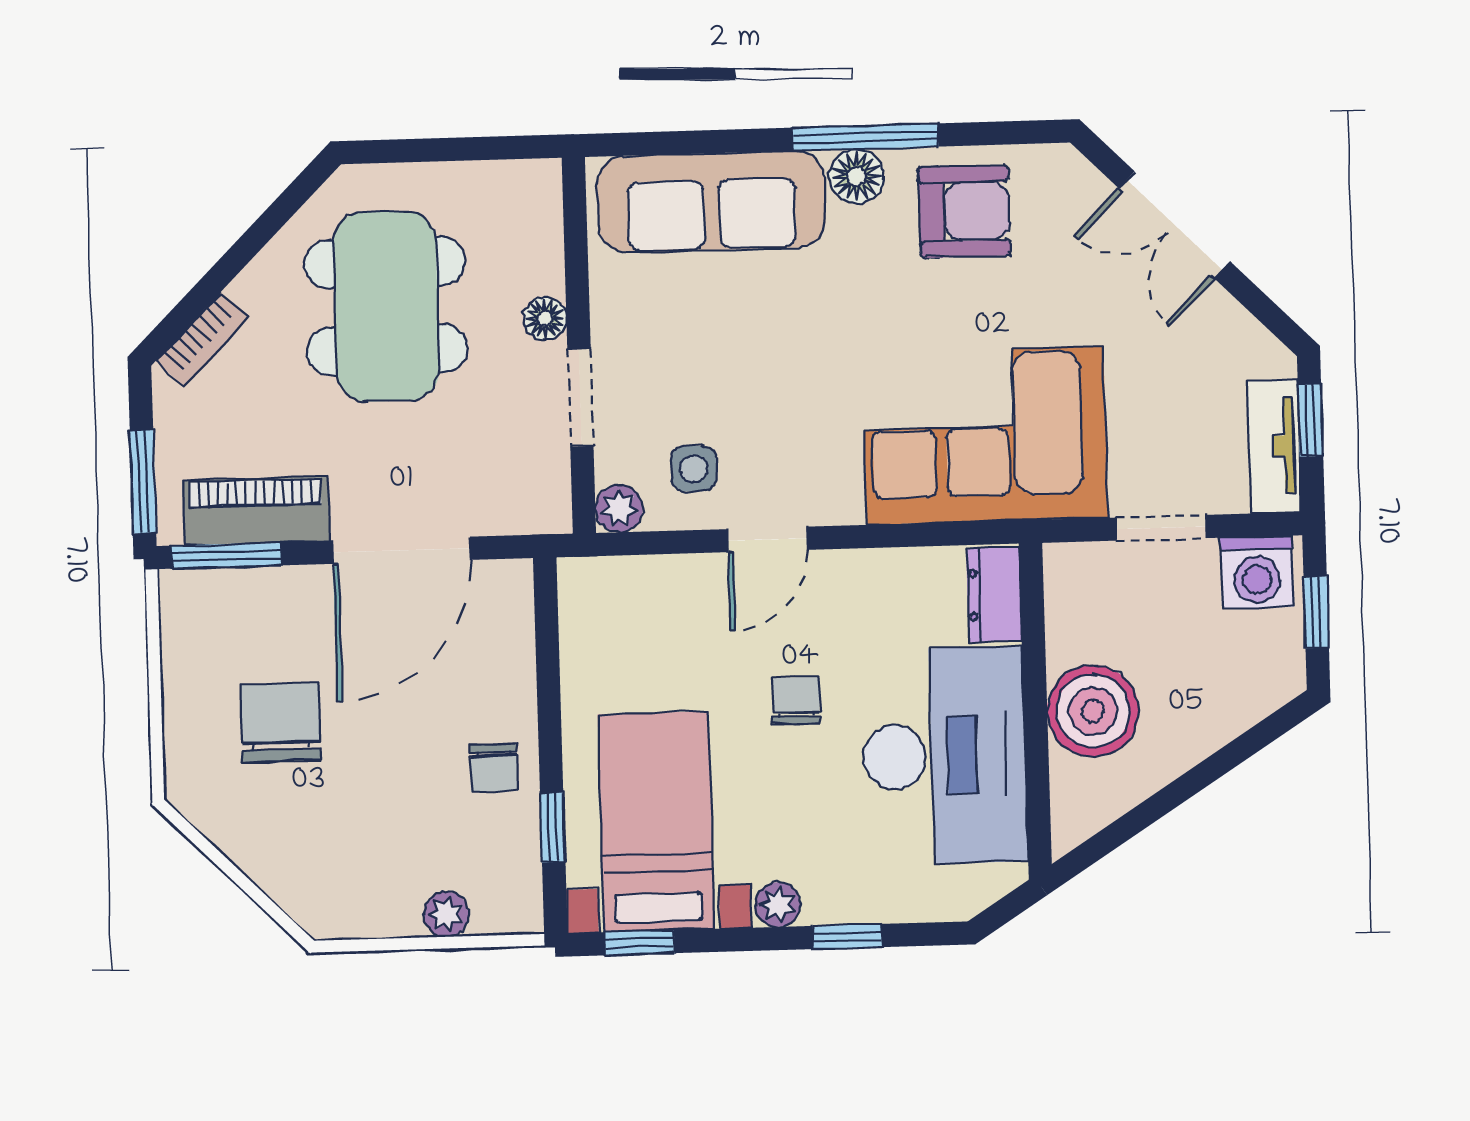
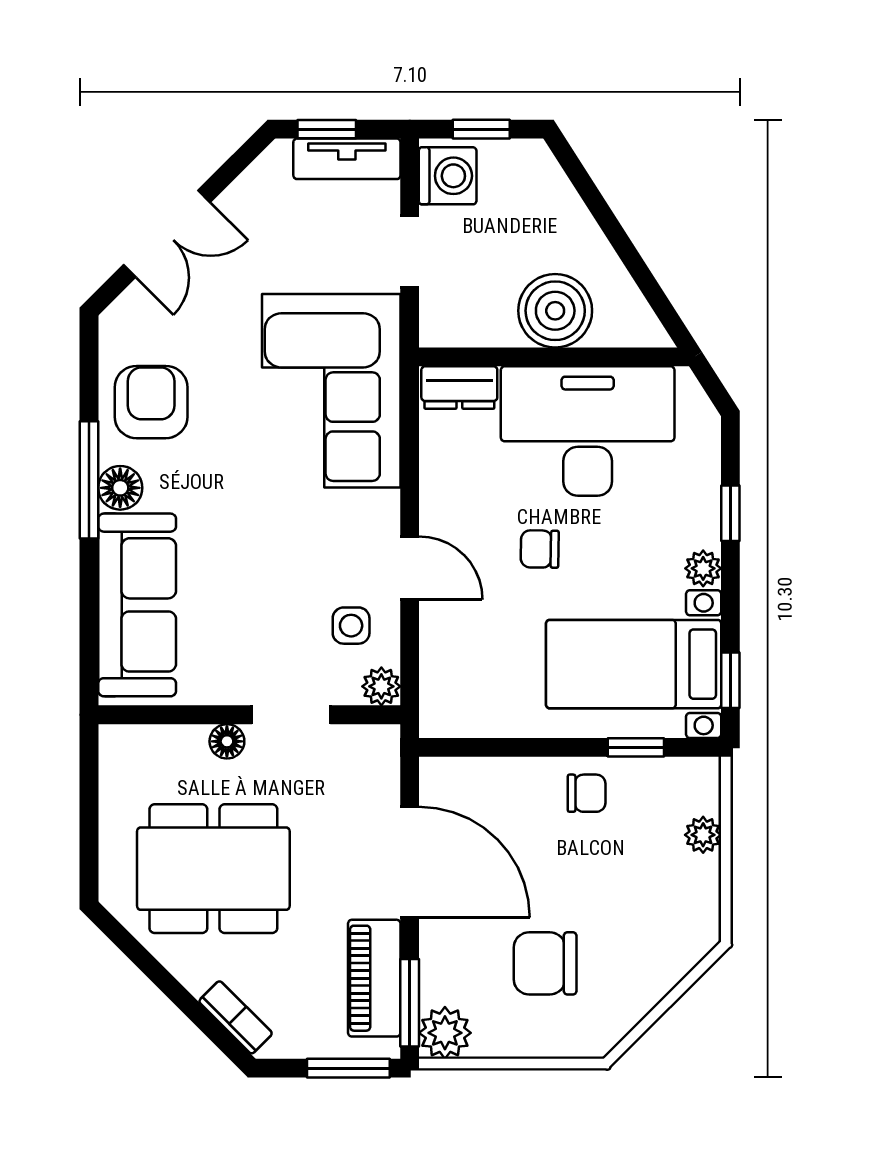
plant: (190, 601) -> (445, 1033), added

